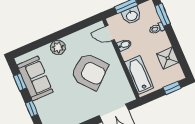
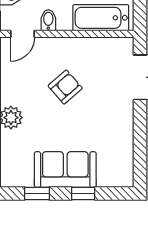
armchair: (89, 71) -> (65, 87), width x0.53, depth x0.53
sofa: (35, 79) -> (65, 170), moved

